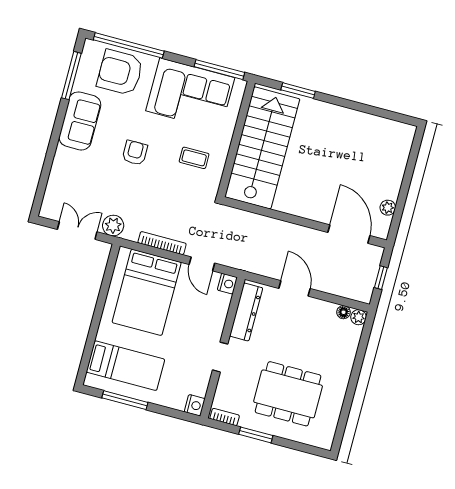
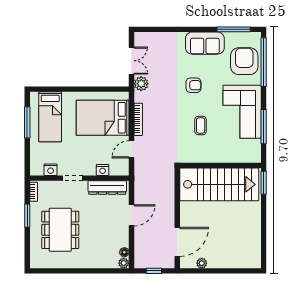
wall: (236, 139) -> (220, 165), moved
stairs: (262, 148) -> (219, 184), moved
nightstand: (227, 284) -> (103, 170), moved
nightstand: (195, 405) -> (51, 170), moved

